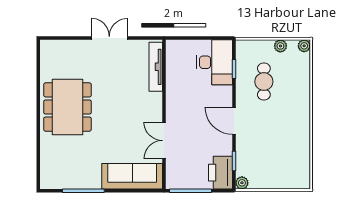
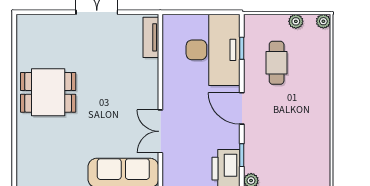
desk: (215, 62) -> (213, 50), width x1.36, depth x1.30
tv unit: (156, 67) -> (151, 37), width x0.71
dining table: (67, 107) -> (48, 92), width x0.73

